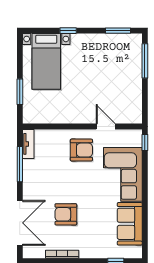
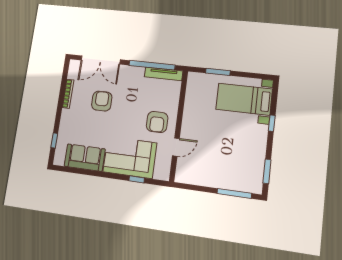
window: (145, 142) -> (137, 179), moved
tv unit: (28, 144) -> (164, 74), width x1.41
window: (20, 164) -> (152, 65), width x1.46

